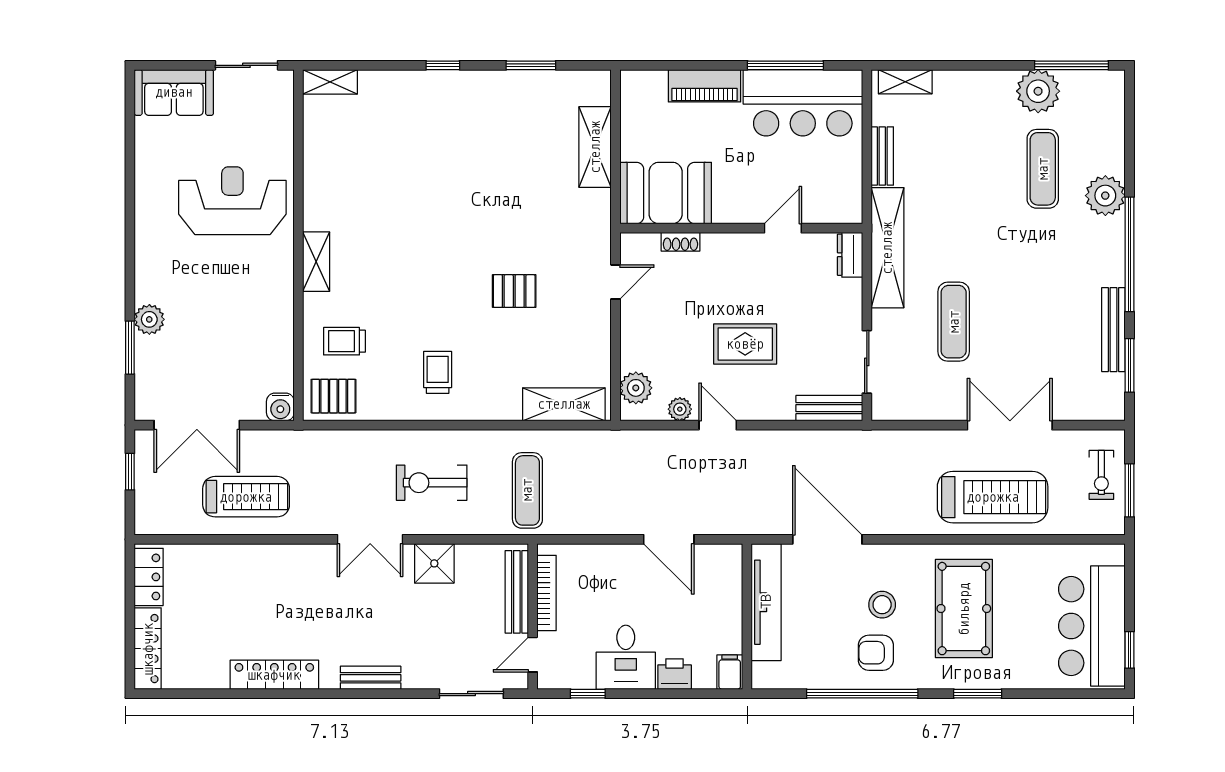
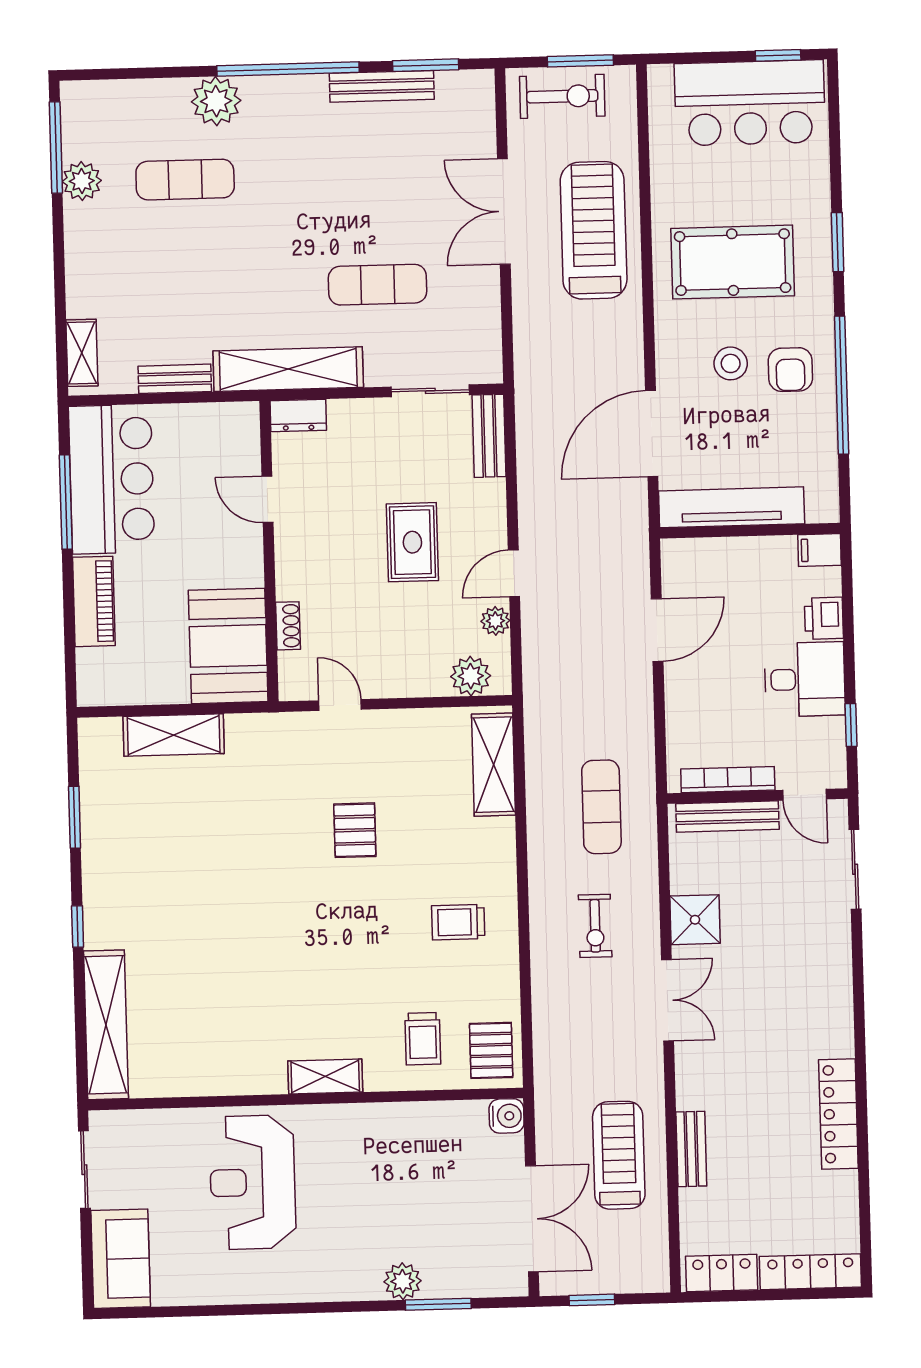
shelving: (330, 82) -> (106, 1025), width x2.20, depth x1.33
plant: (1038, 91) -> (82, 181), width x0.73, depth x0.73
exercise bike: (1101, 475) -> (562, 96), width x1.38, depth x1.39
exercise bike: (432, 483) -> (595, 926), width x0.73, depth x0.72
exercise mat: (527, 490) -> (601, 807), turned 90
bench: (371, 678) -> (691, 1149), moved

